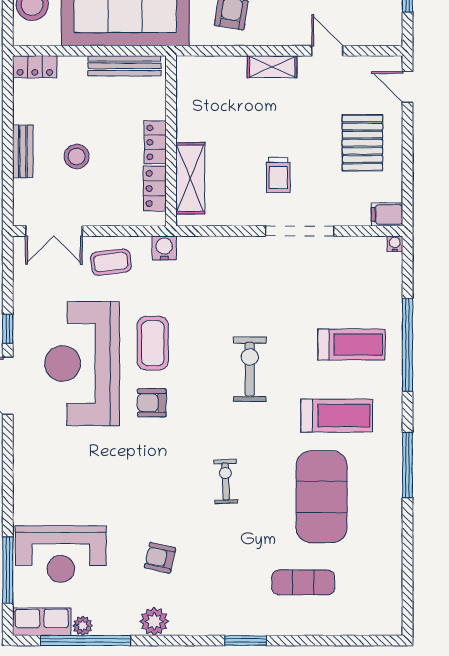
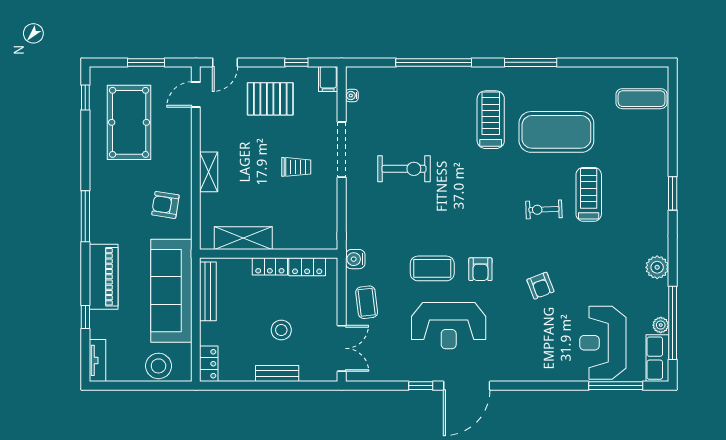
door: (327, 51) -> (196, 95), moved
window: (407, 175) -> (296, 62), added
shelving: (190, 178) -> (243, 238), moved
water cooler: (395, 244) -> (352, 95), moved
treadmill: (352, 345) -> (589, 194), moved
reception desk: (82, 364) -> (449, 326), width x0.74, depth x0.77
exercise bike: (250, 369) -> (404, 169), moved, turned 180
reception desk: (61, 554) -> (603, 343), turned 180
armchair: (160, 558) -> (540, 286), moved, turned -34
exercise mat: (303, 582) -> (642, 99), moved, turned 90

